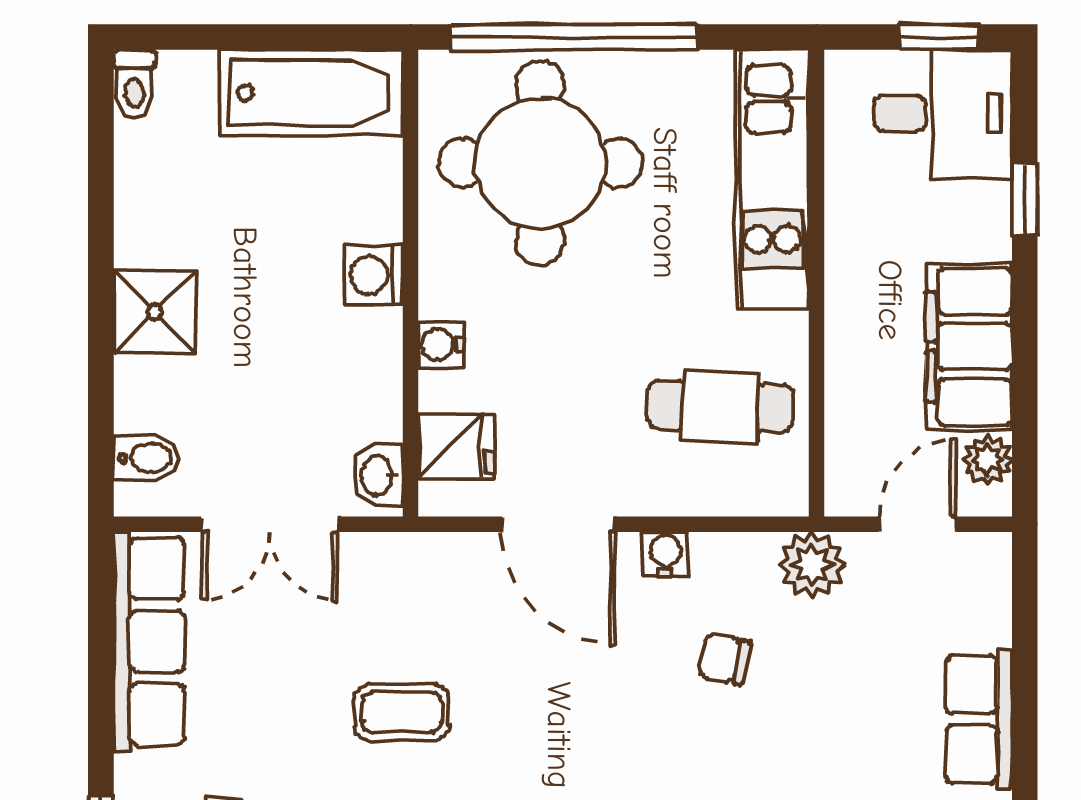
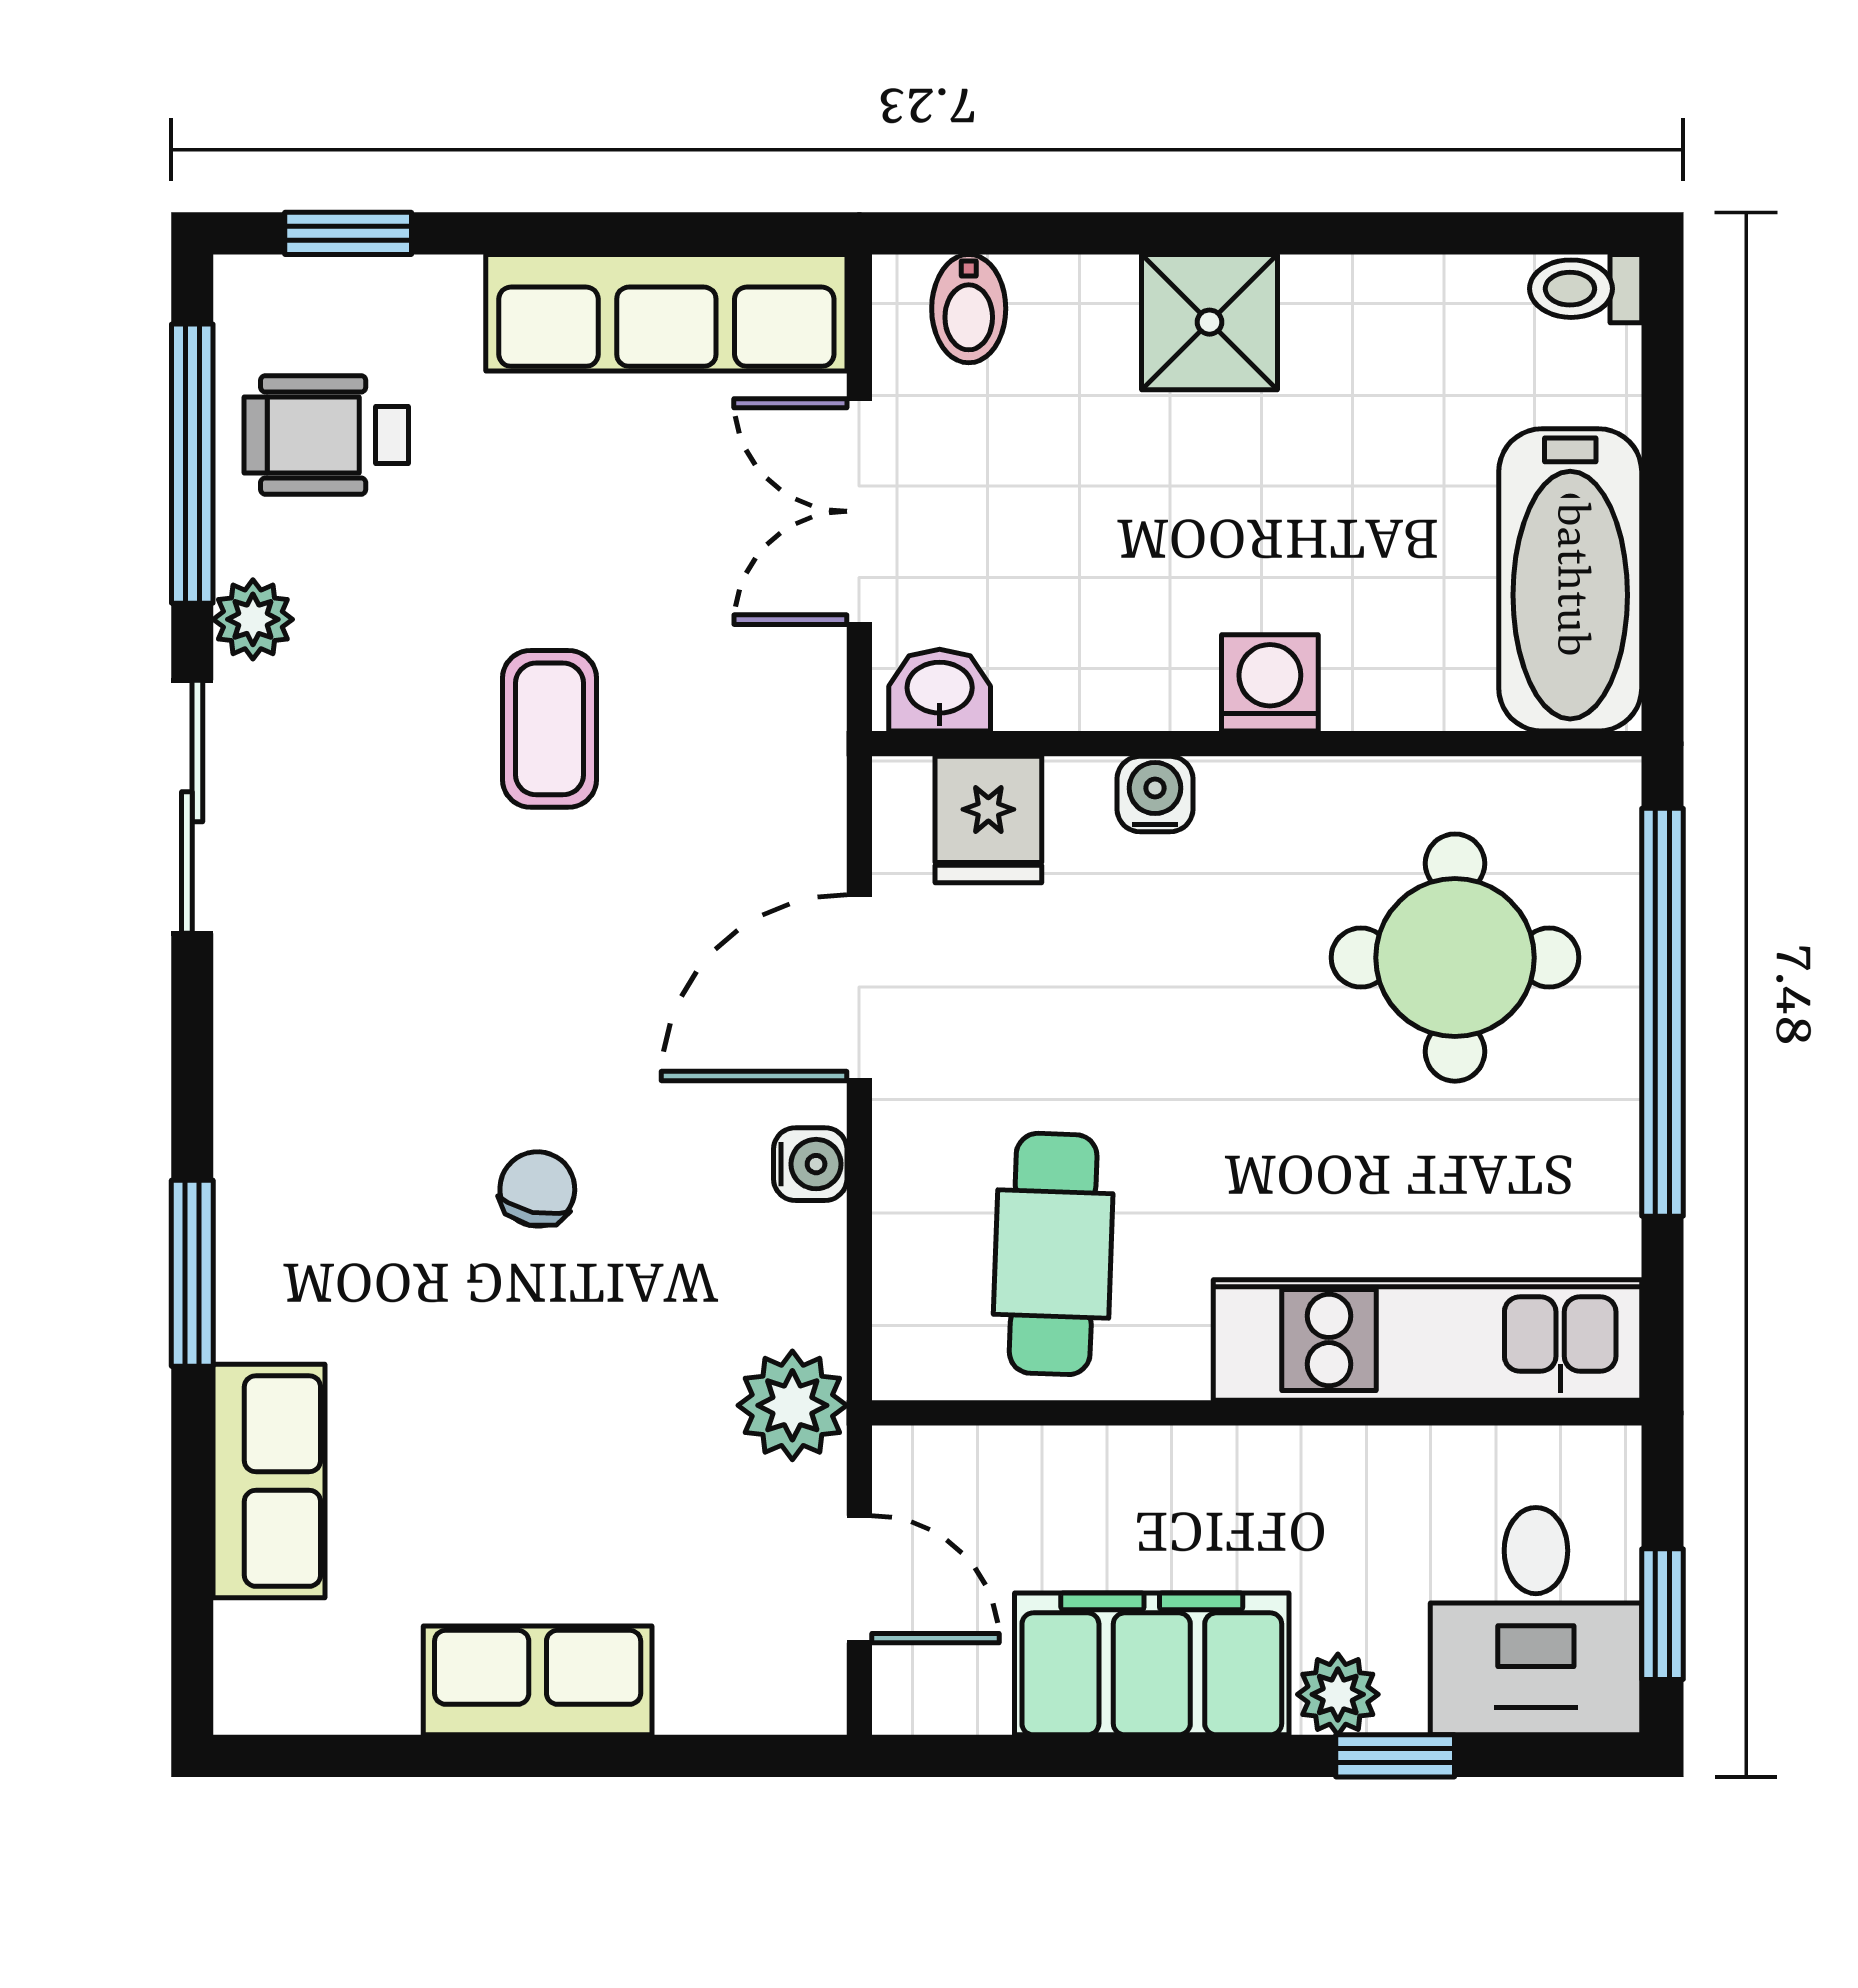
round table: (540, 163) -> (1455, 958), width x0.73, depth x0.73
plant: (987, 460) -> (1338, 1694), moved
chair: (724, 659) -> (537, 1189), moved

